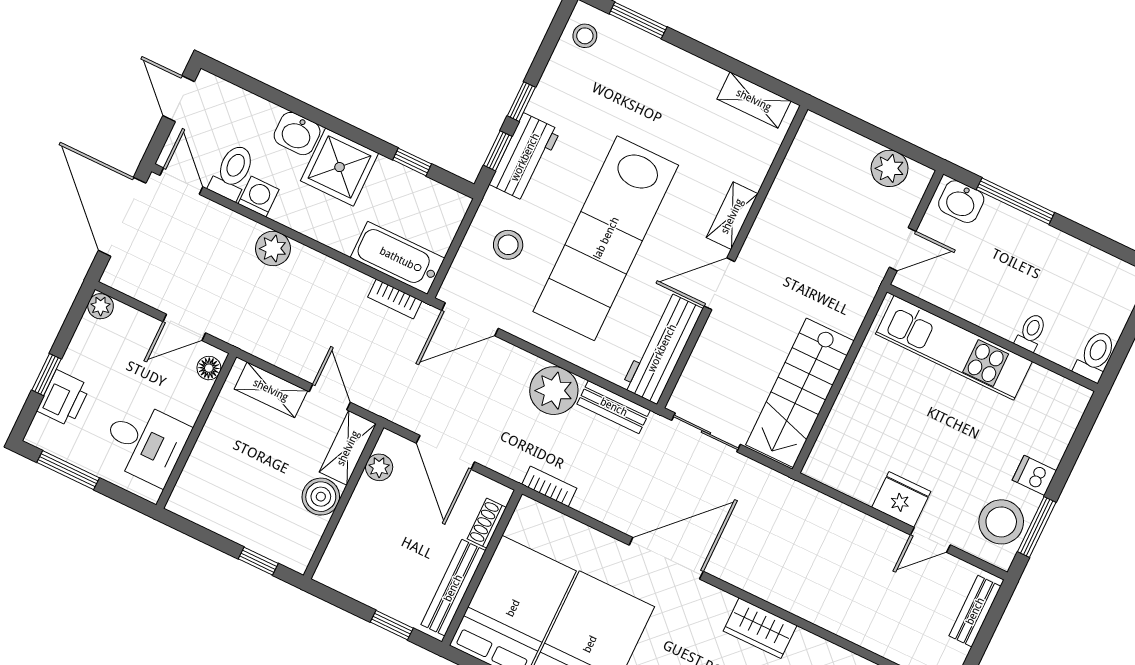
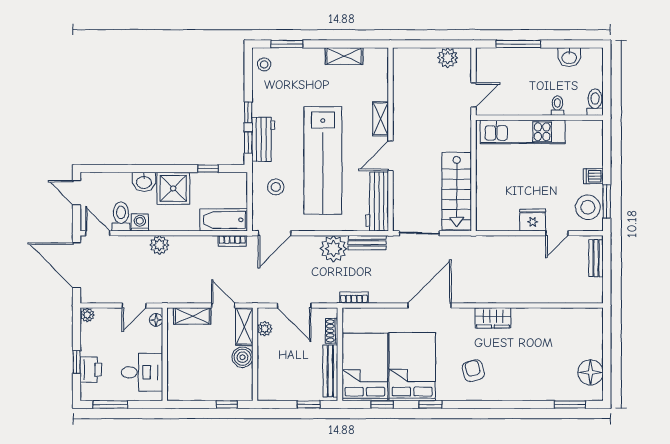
shelving: (754, 100) -> (344, 56), moved
washbasin: (961, 202) -> (569, 57), moved

